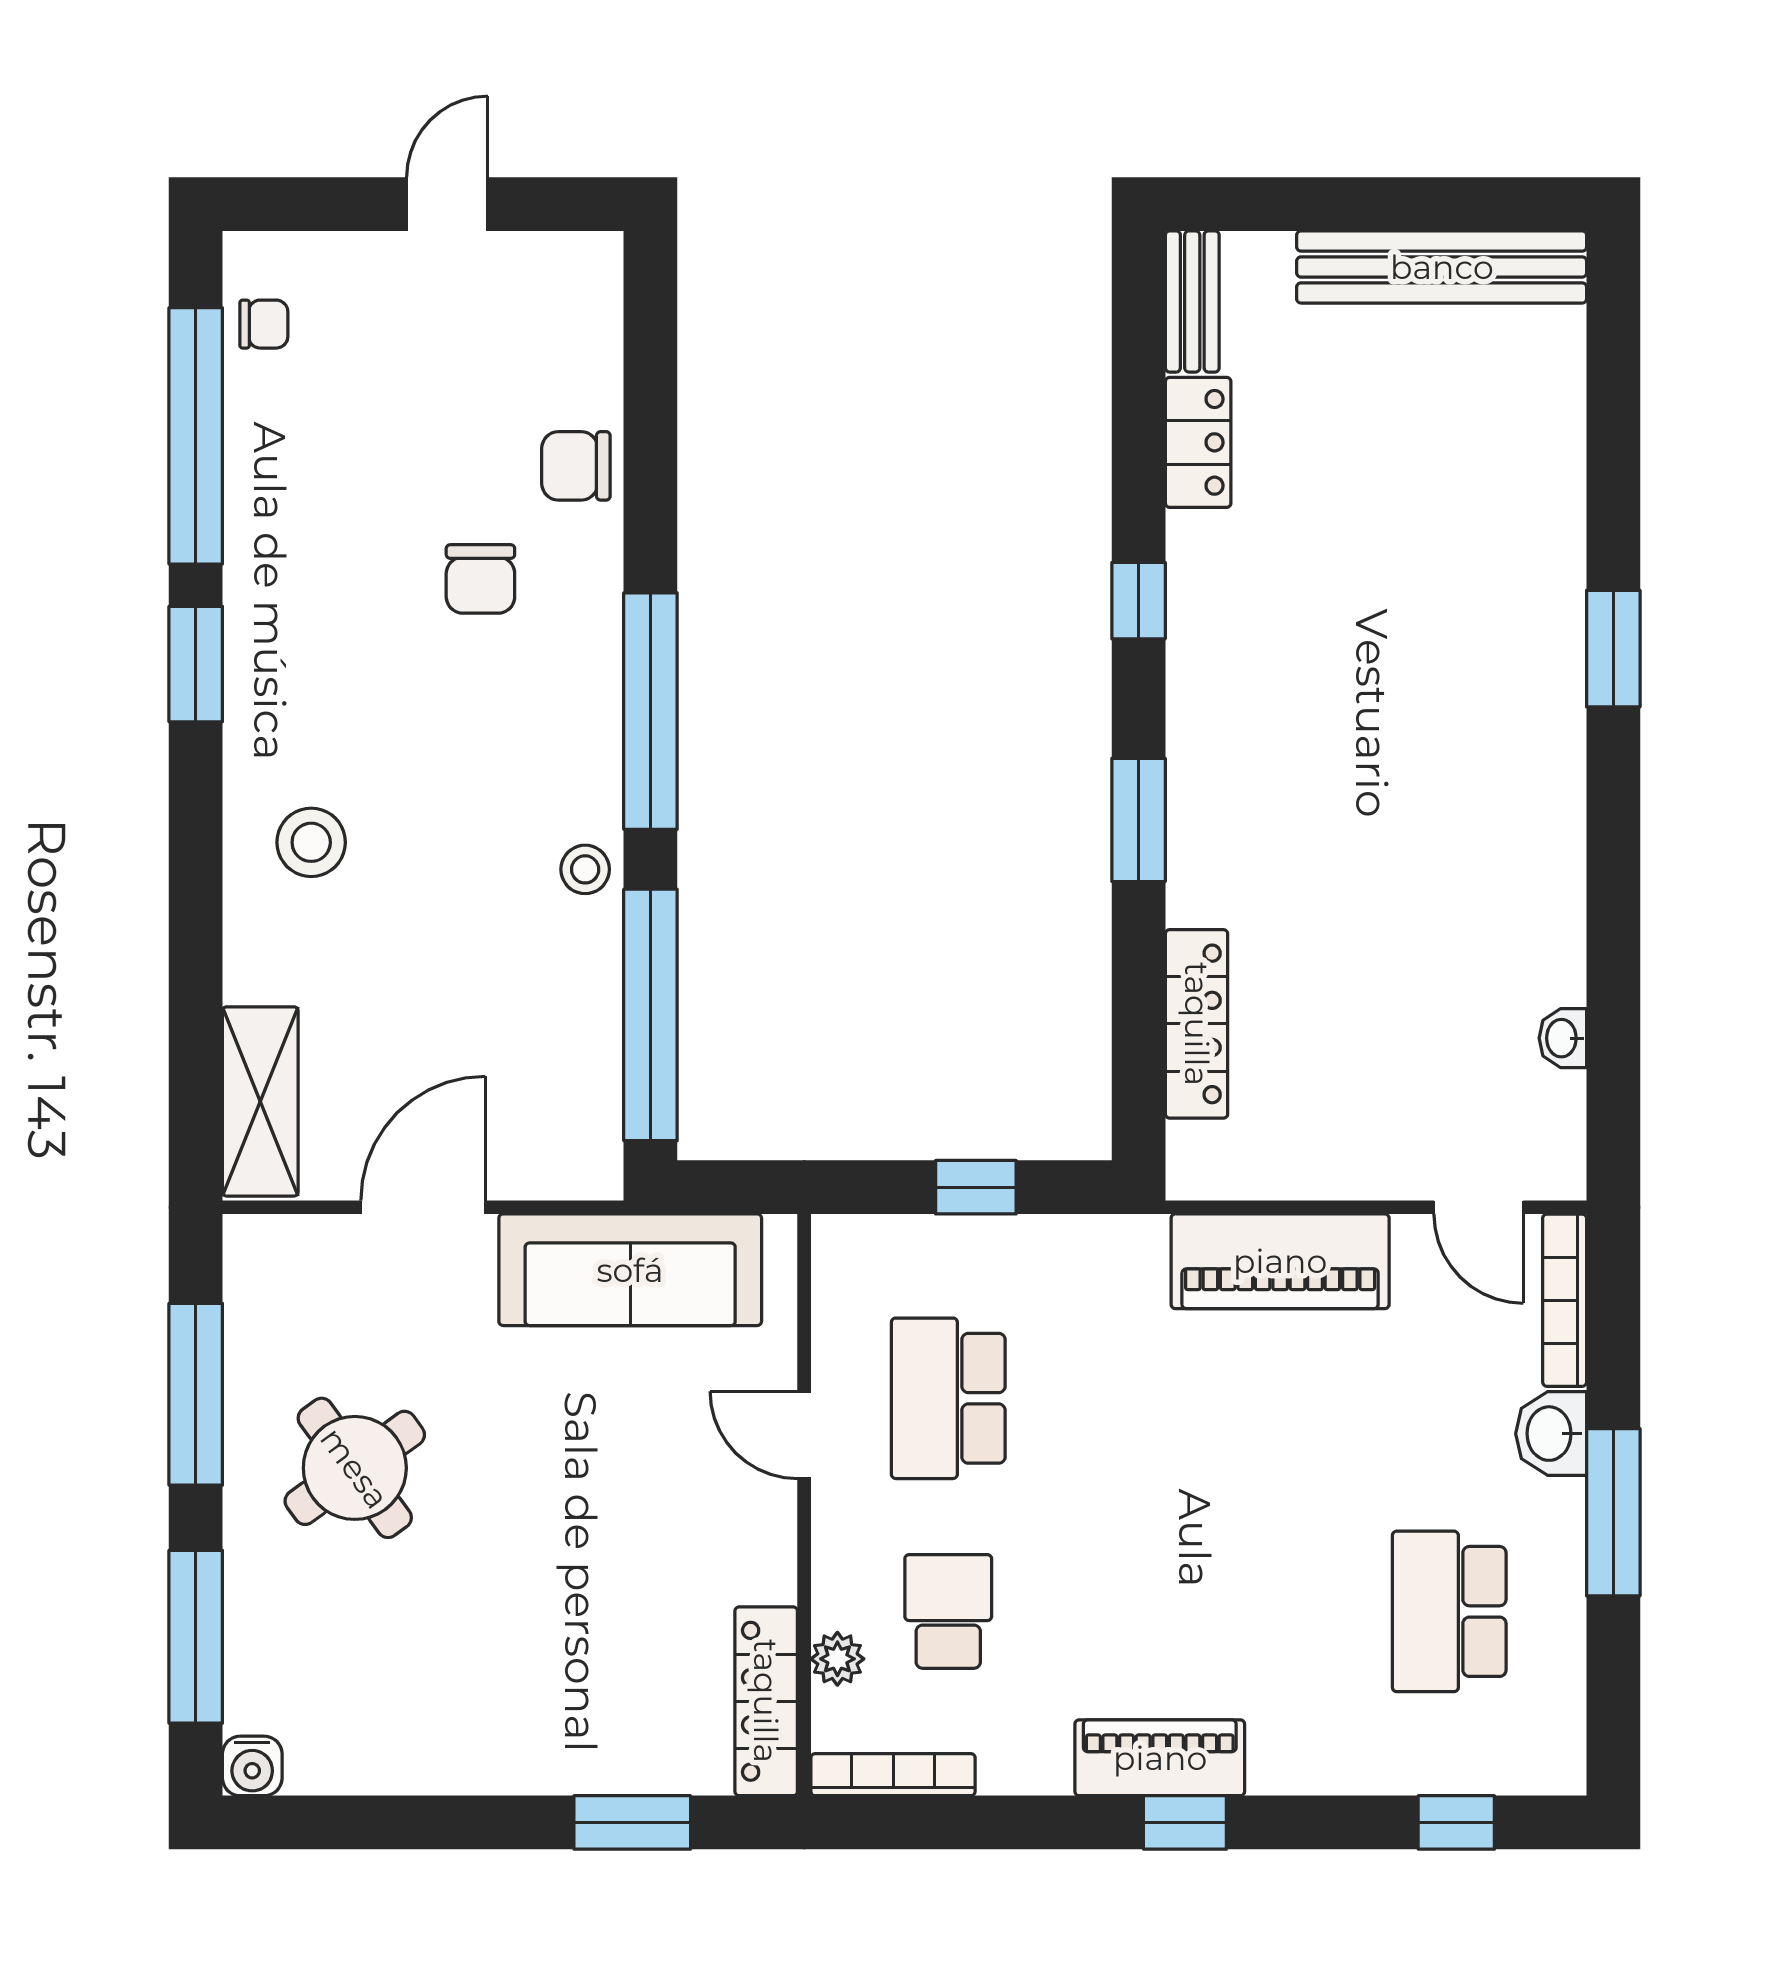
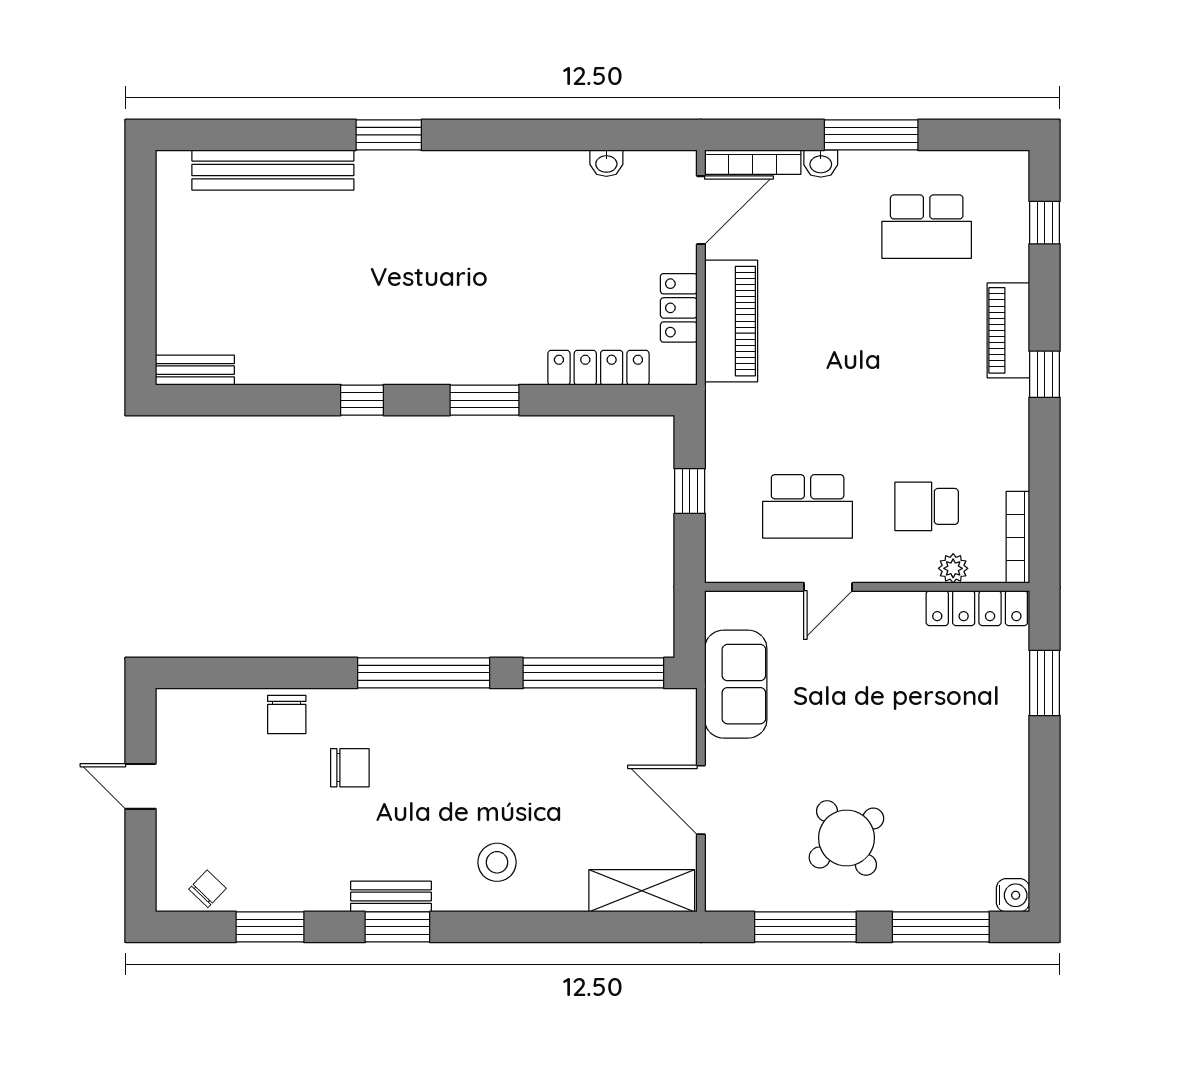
bench: (1442, 267) -> (273, 170), moved, turned 90
chair: (264, 324) -> (207, 889), turned 44
window: (196, 436) -> (270, 927), width x0.47
locker: (1198, 442) -> (679, 308), moved, turned -90
bench: (250, 653) -> (391, 897), added
stool: (585, 869) -> (512, 709), removed
door: (1479, 1207) -> (701, 210), width x1.38
sofa: (630, 1270) -> (736, 684), width x0.73
washbasin: (1551, 1434) -> (821, 164), width x0.72, depth x0.69
piano: (1160, 1758) -> (1008, 330), moved

